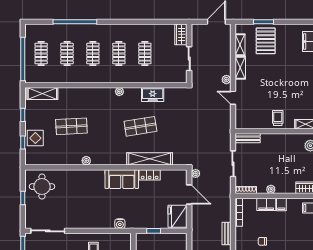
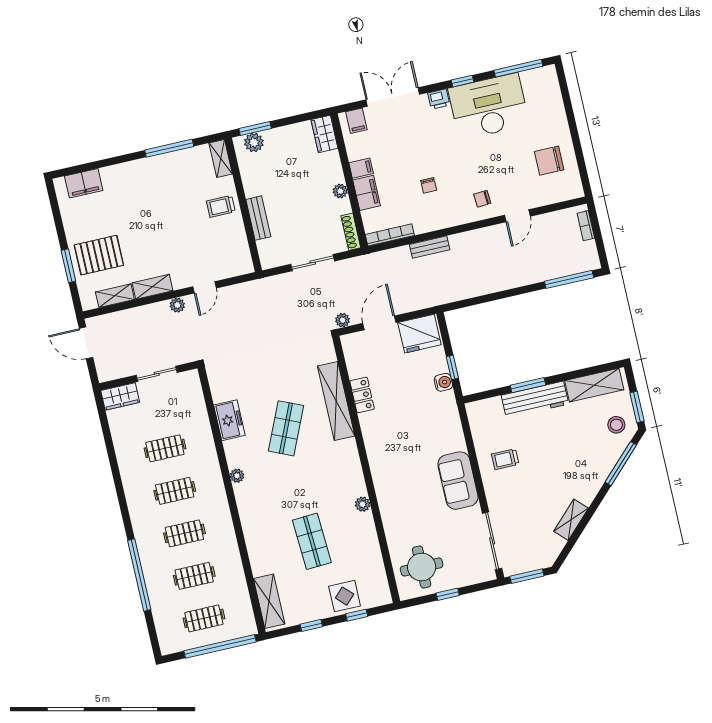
shop shelf: (140, 126) -> (286, 428), turned 33
bench: (248, 138) -> (258, 218), moved
sofa: (122, 179) -> (458, 481), moved, turned 180
water cooler: (120, 224) -> (443, 382), moved

